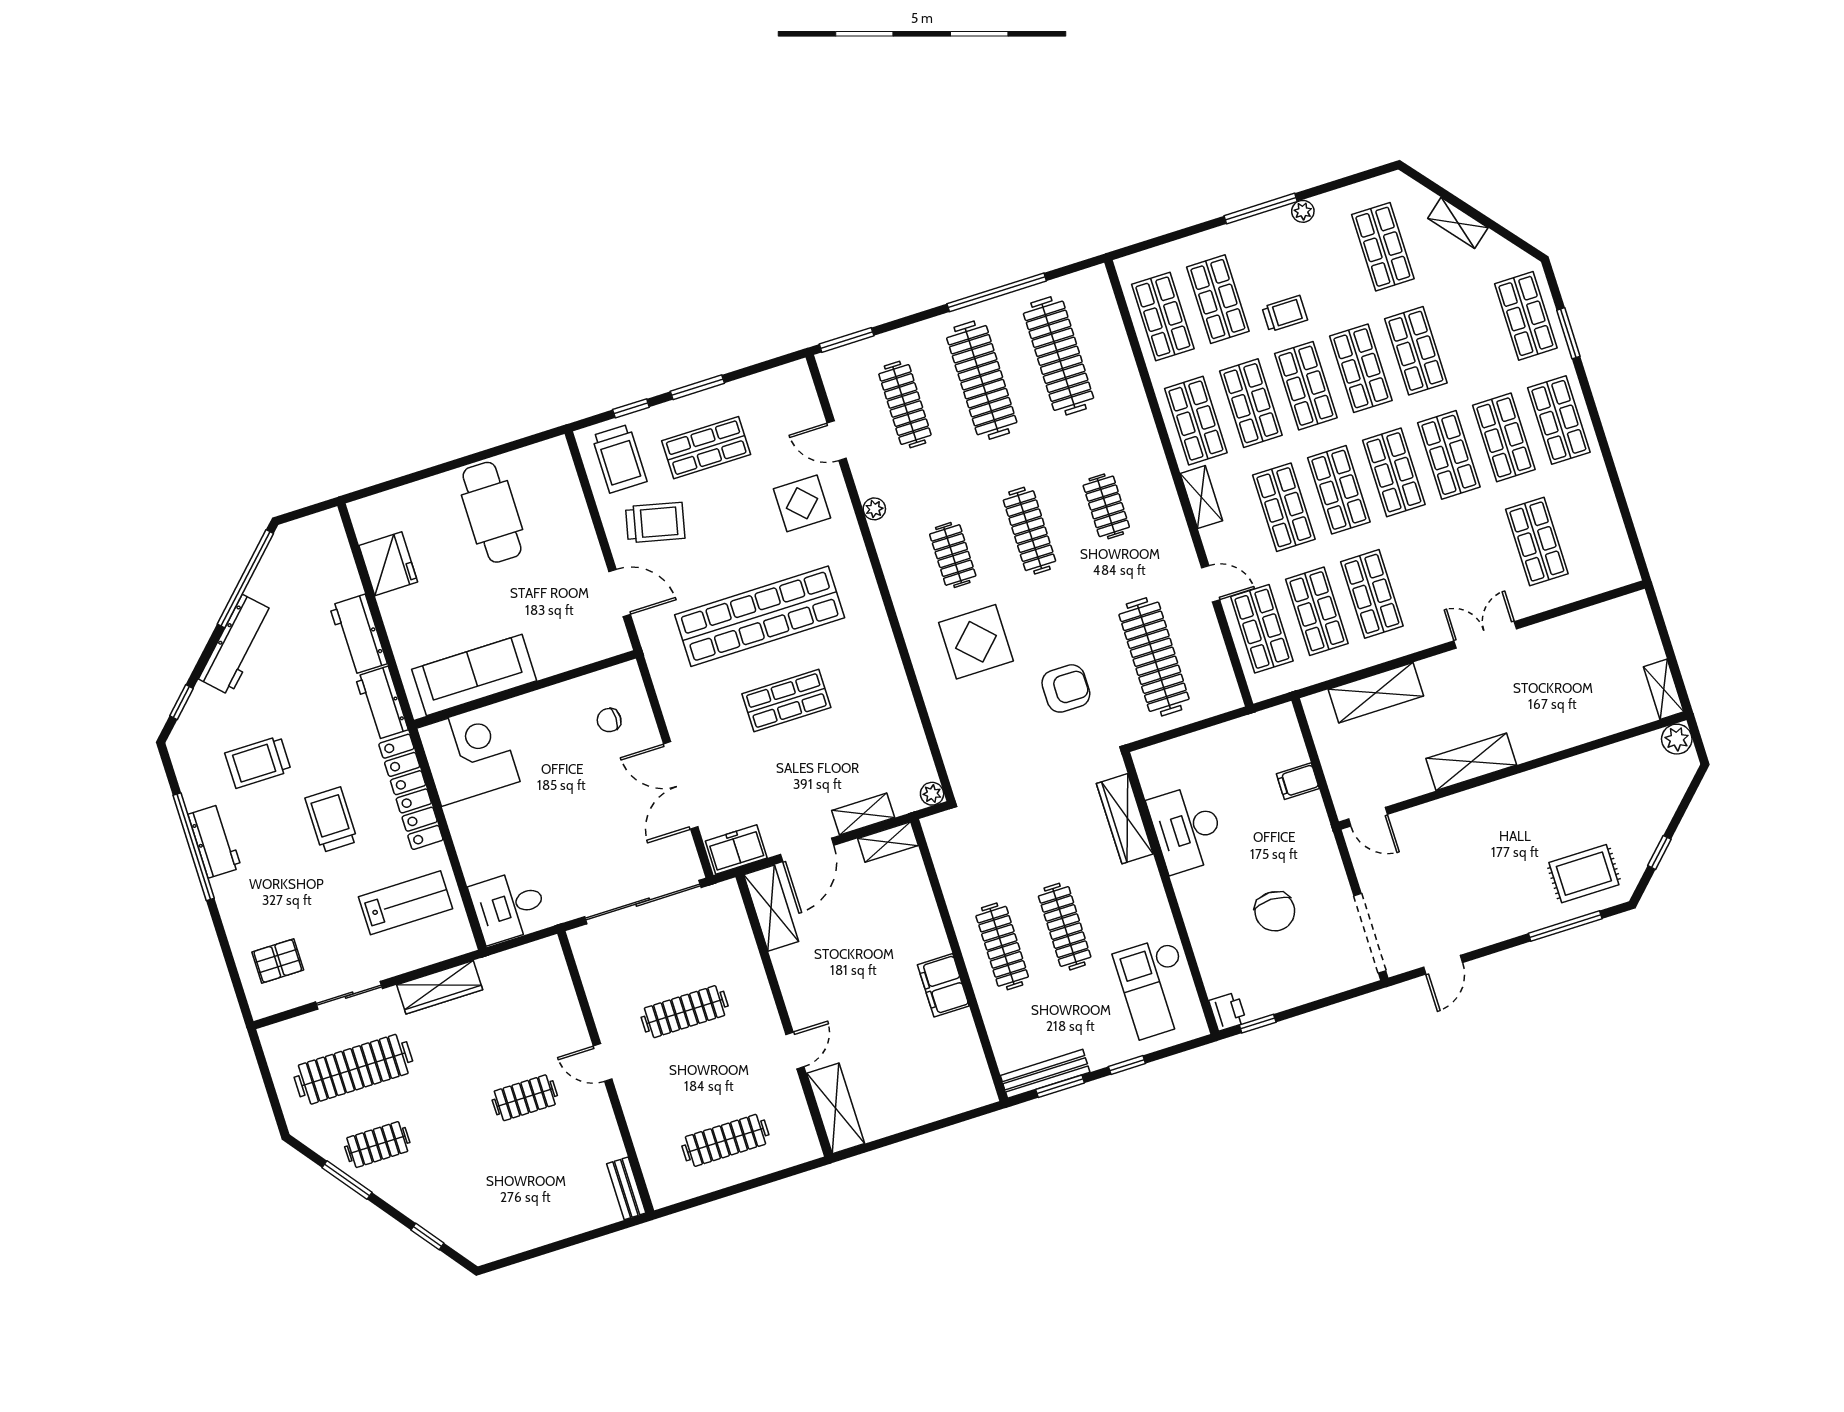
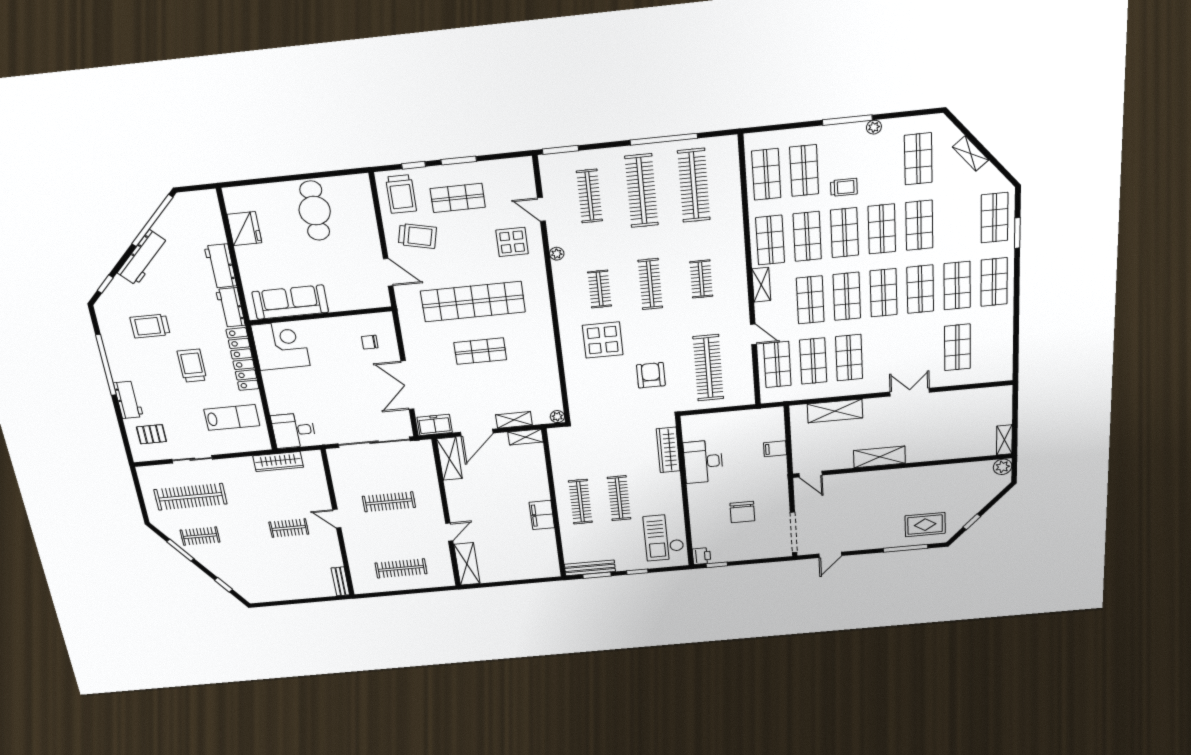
armchair: (1066, 688) -> (651, 375), turned -90
workbench: (215, 841) -> (128, 400), moved
wardrobe: (440, 987) -> (278, 462), moved

